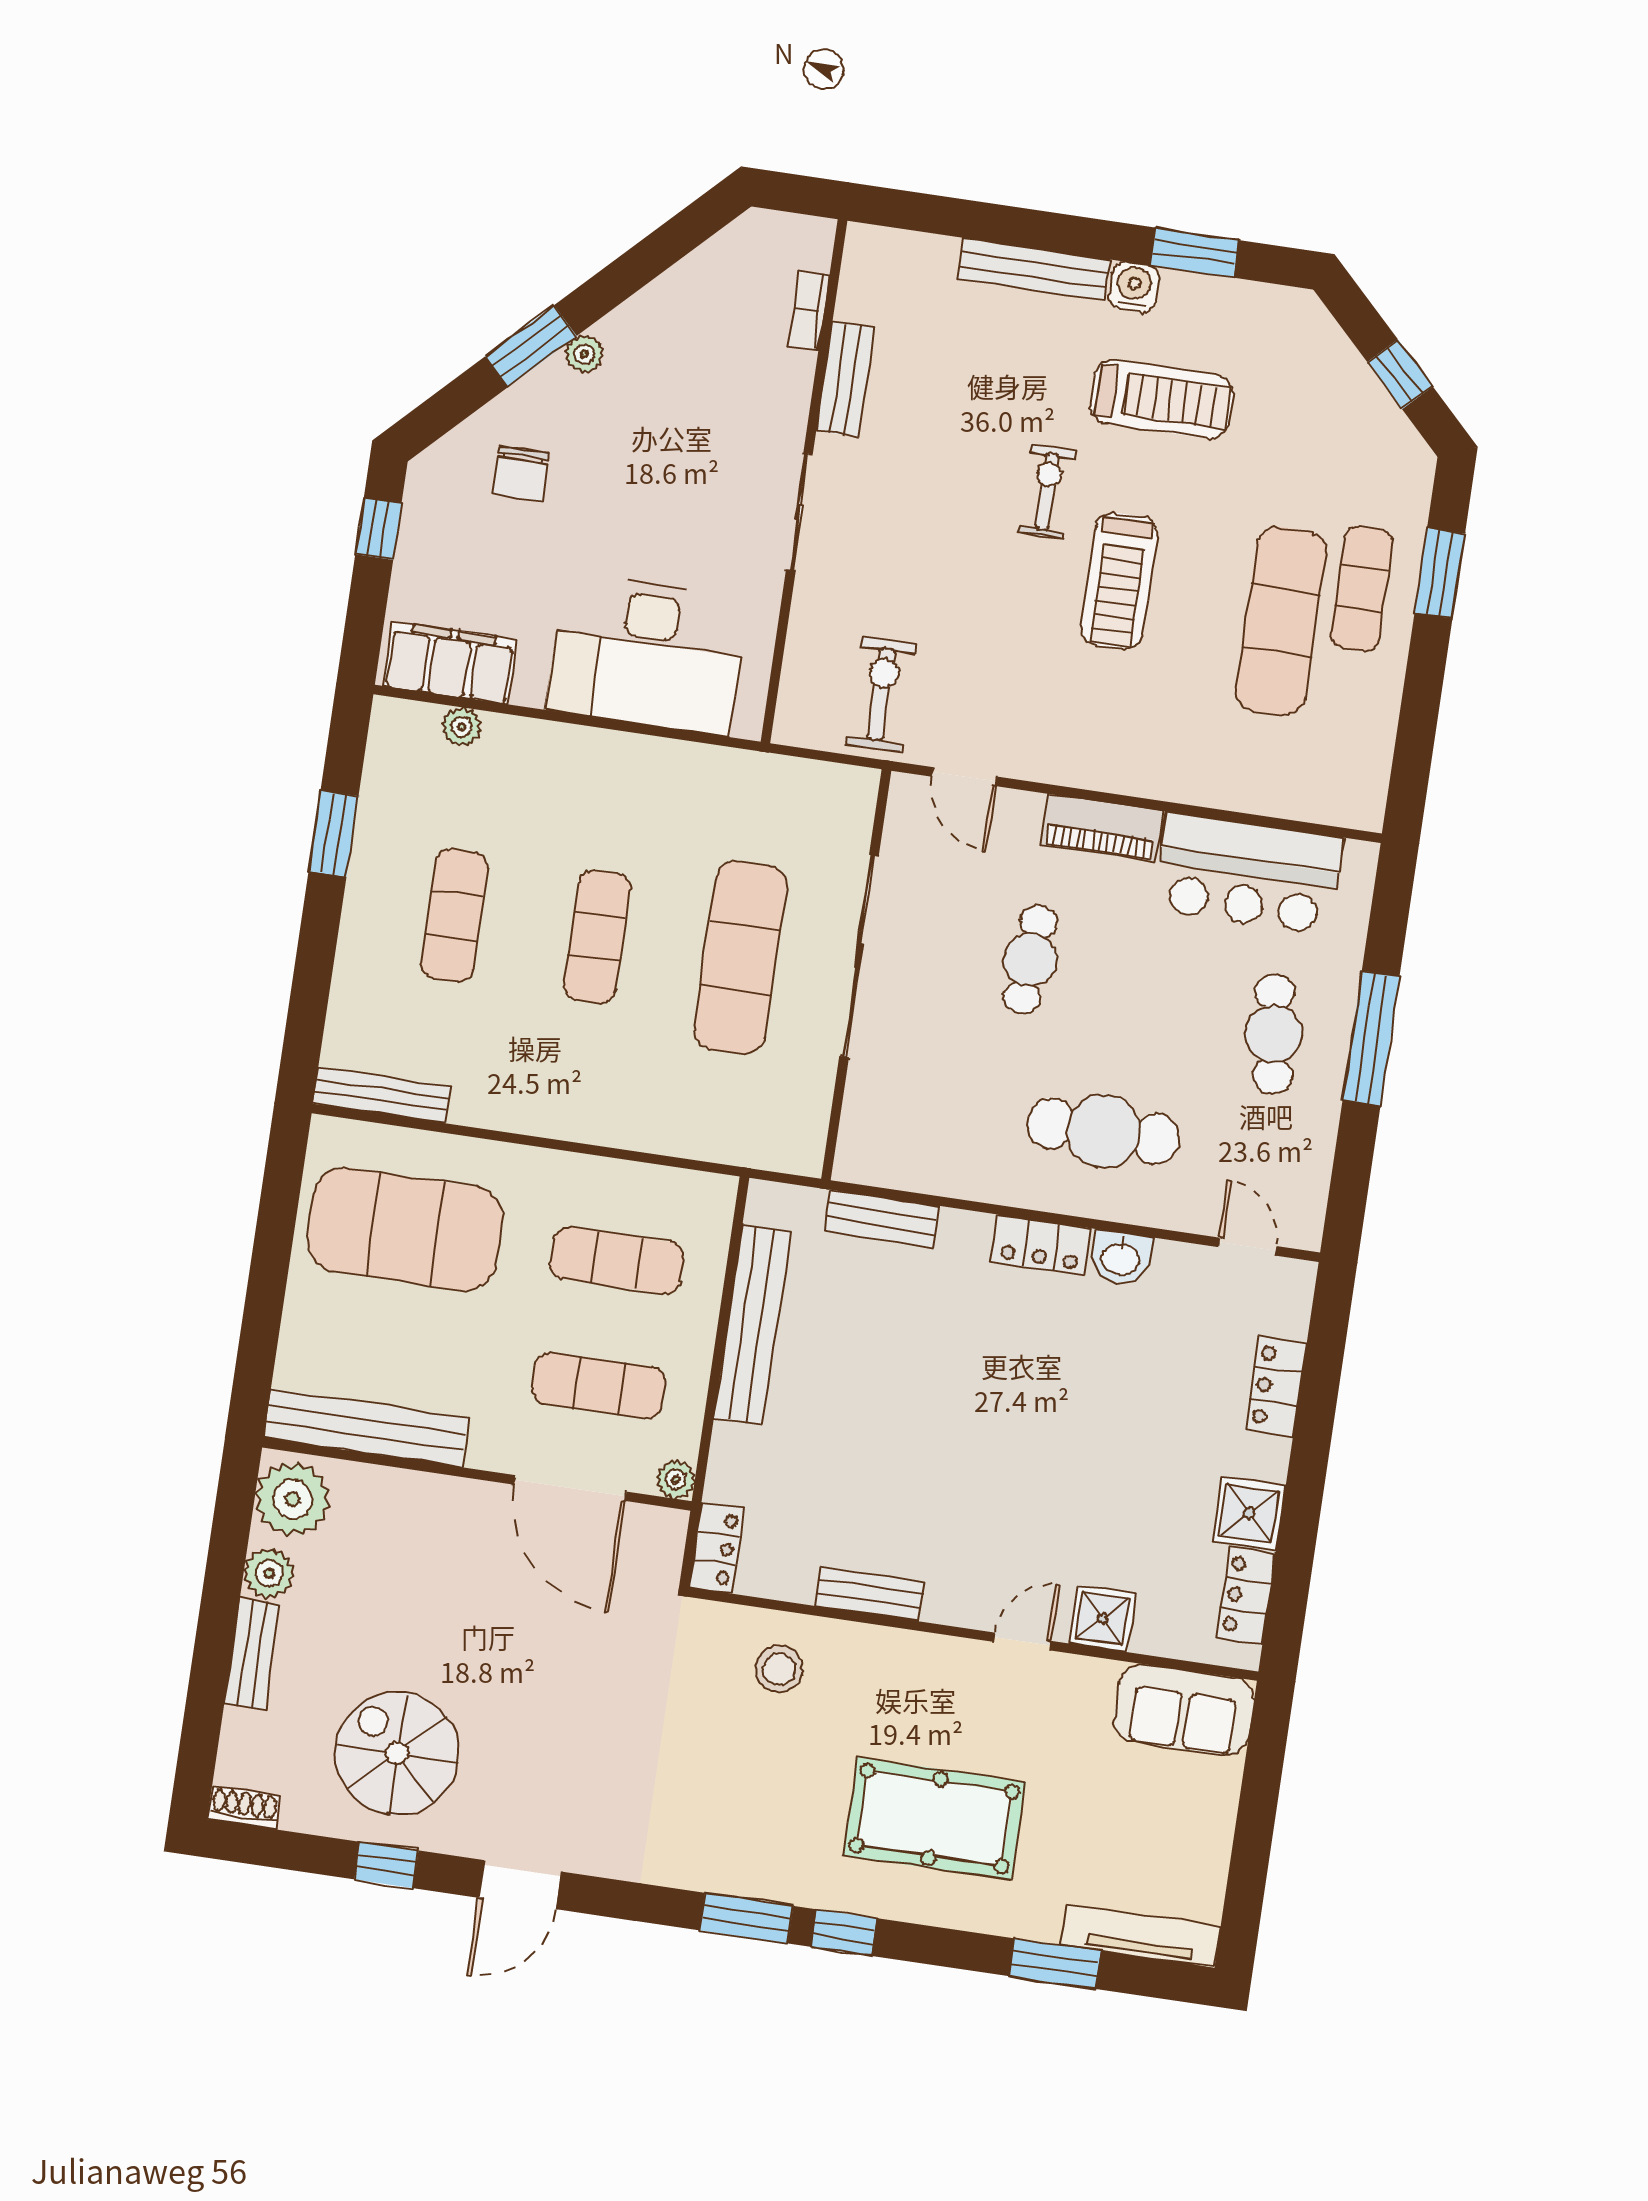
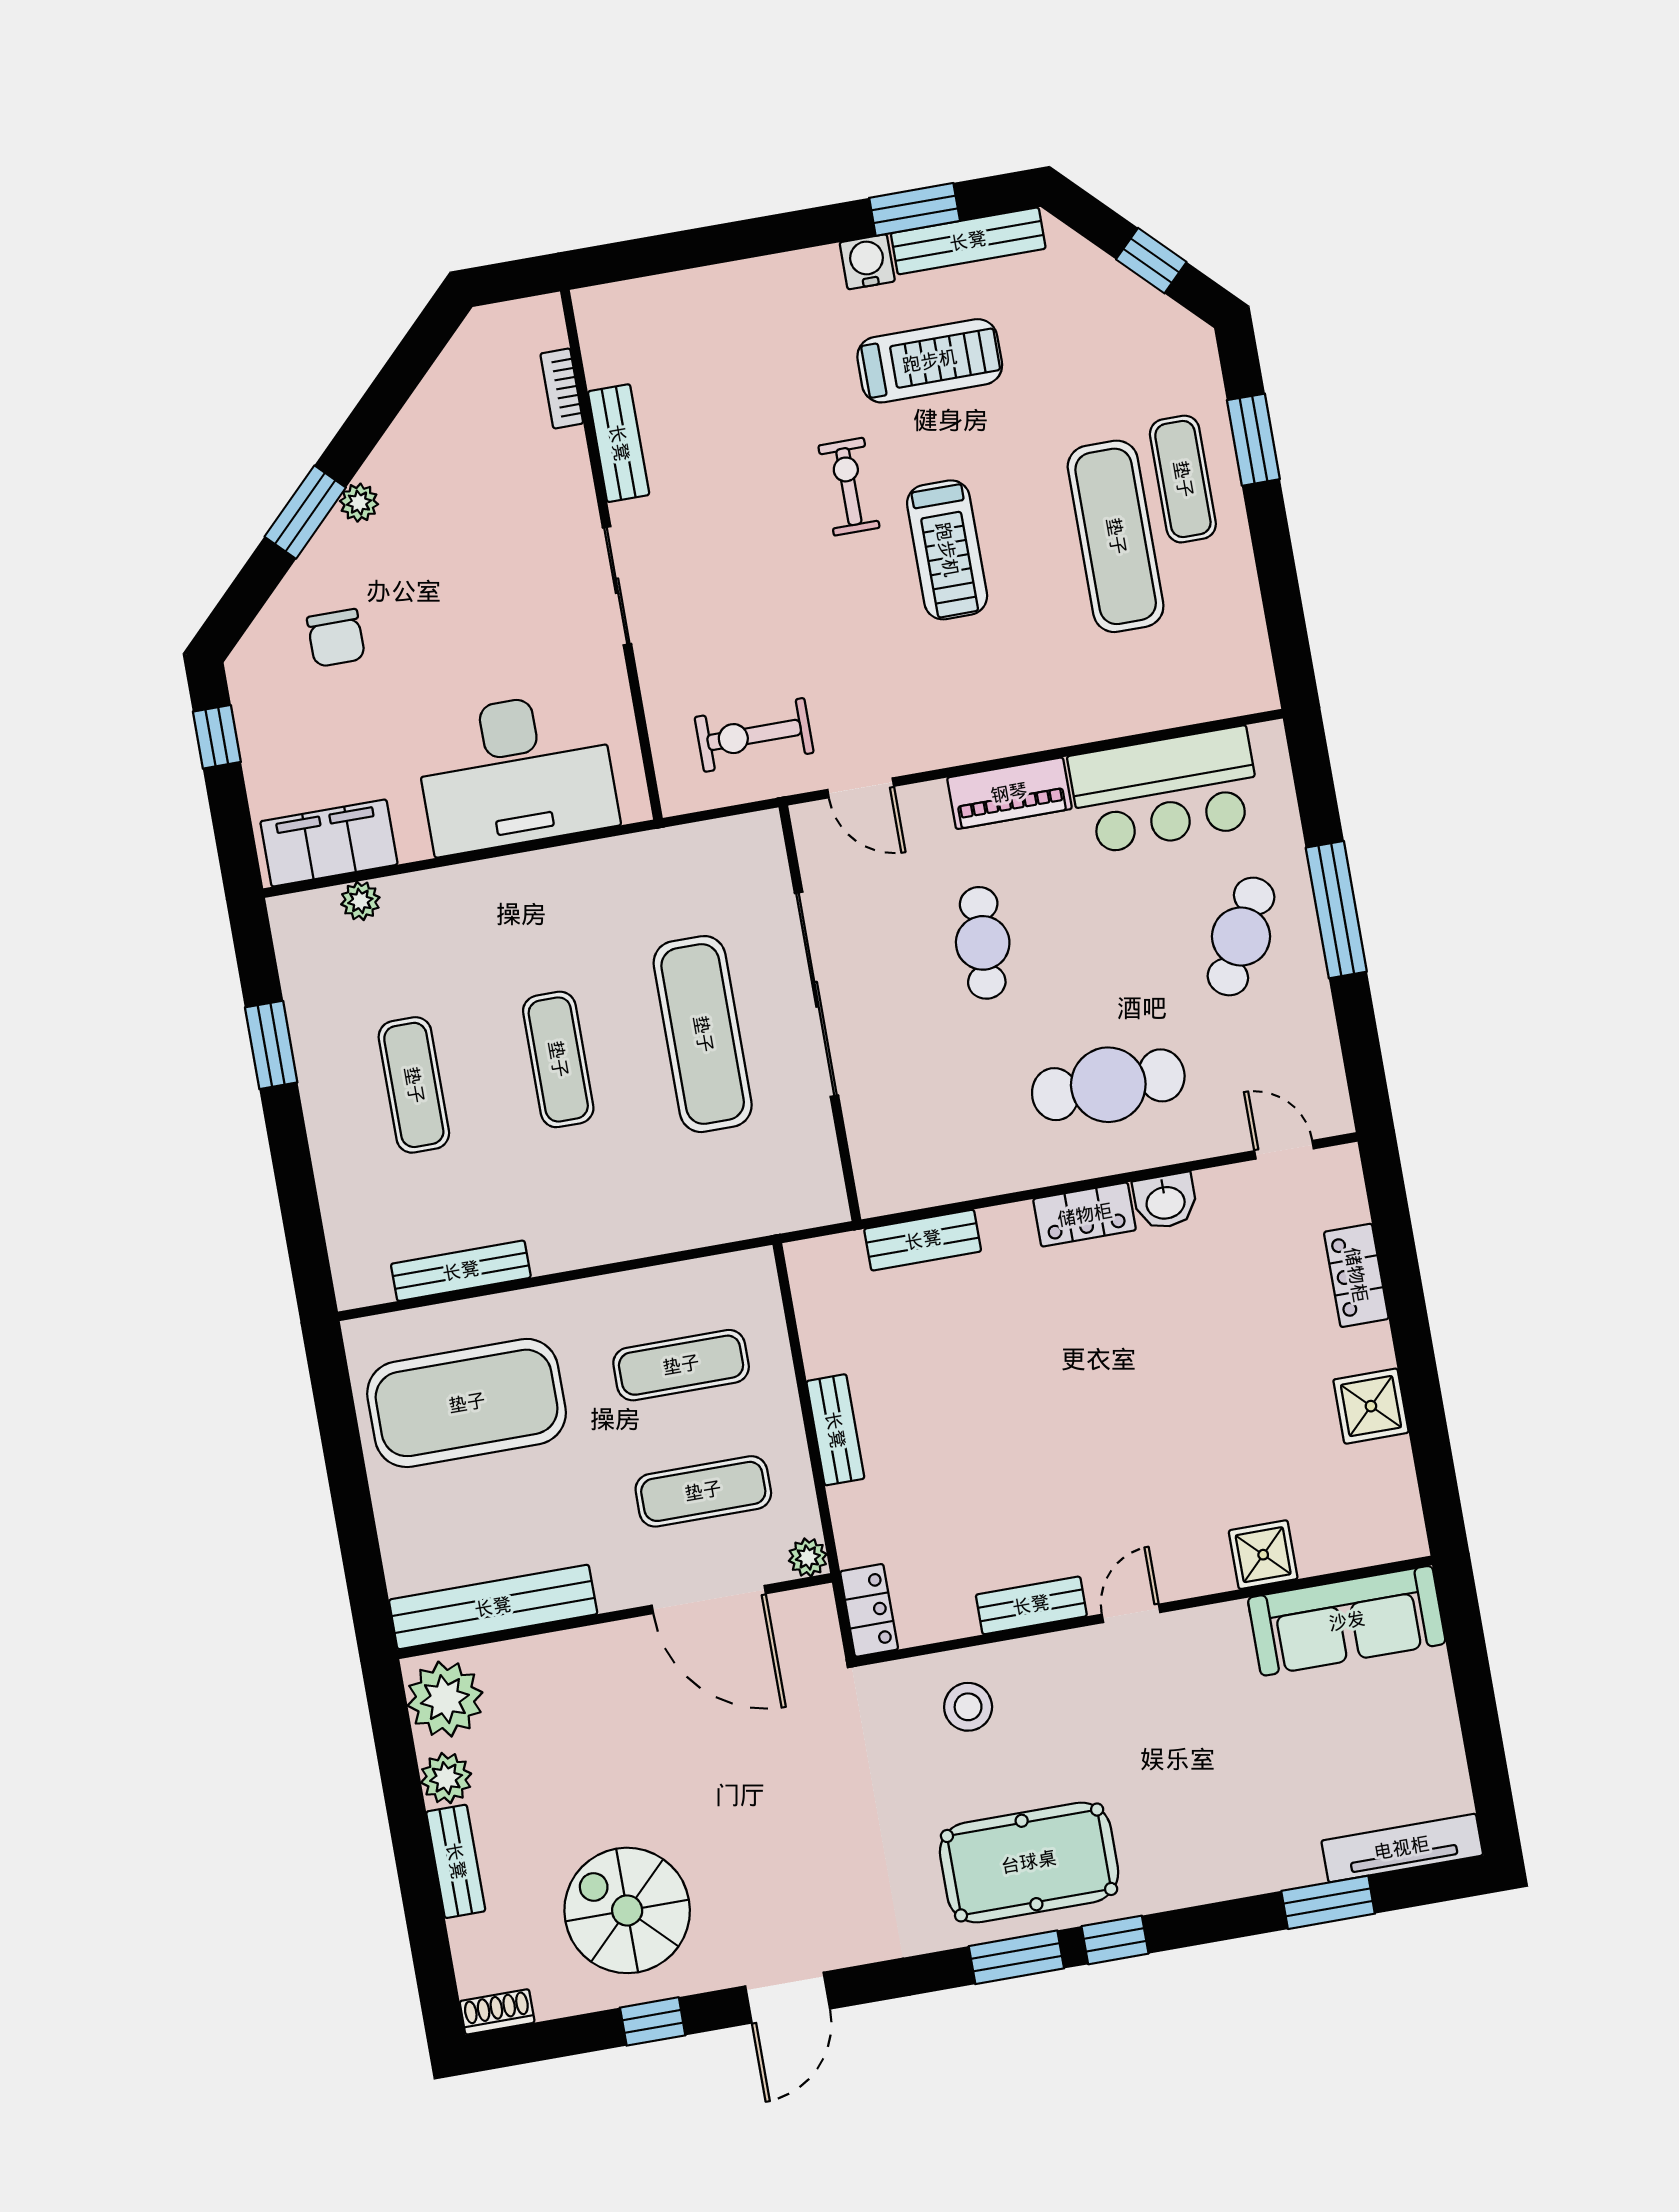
bench: (1034, 269) -> (968, 241), moved
exercise bike: (881, 694) -> (754, 735), turned -90
cafe table: (1274, 1034) -> (1241, 936), turned 35
bench: (382, 1095) -> (461, 1271), moved
bench: (752, 1325) -> (835, 1430), width x0.54, depth x0.82
locker: (1246, 1596) -> (1394, 1487), removed
door: (1022, 1641) -> (1131, 1613), moved
sofa: (1184, 1710) -> (1347, 1621), width x1.36
pool table: (934, 1819) -> (1029, 1862), moved

